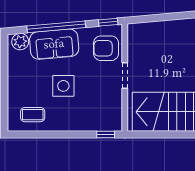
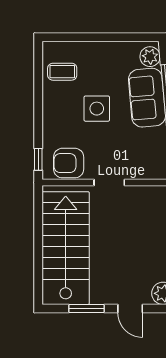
armchair: (106, 48) -> (69, 163), moved, turned -90
coffee table: (33, 115) -> (62, 72), turned 90

